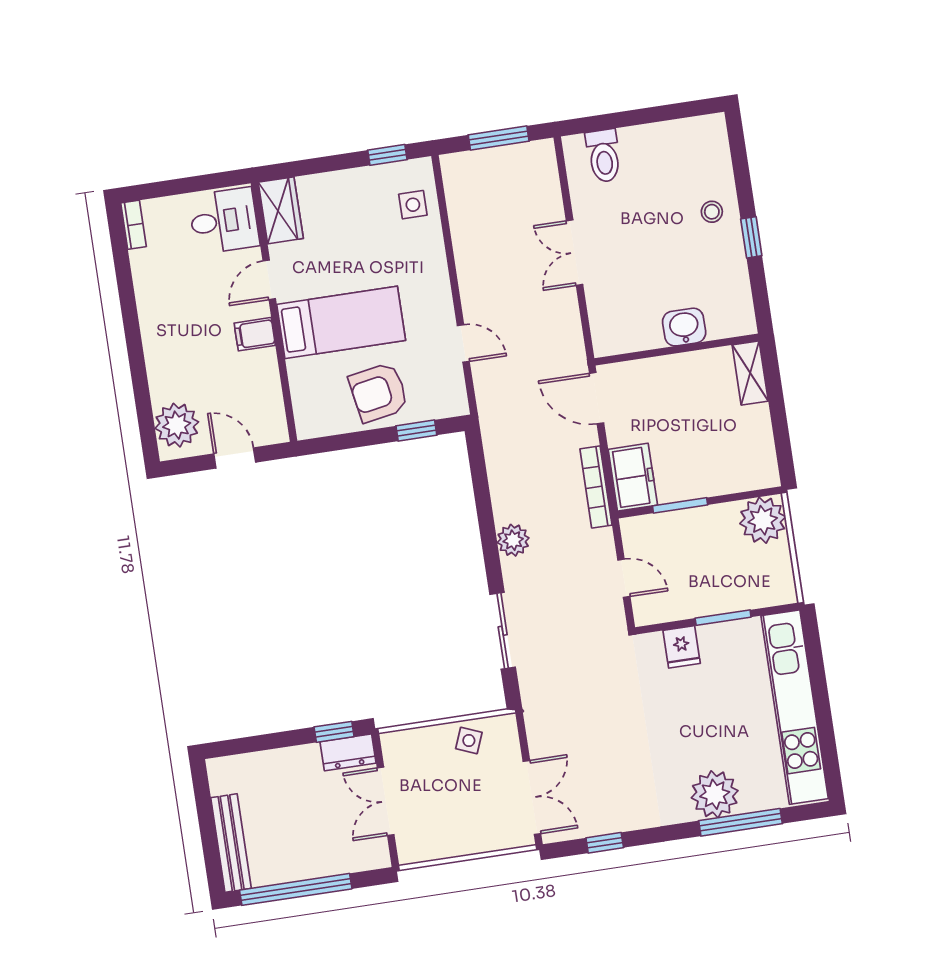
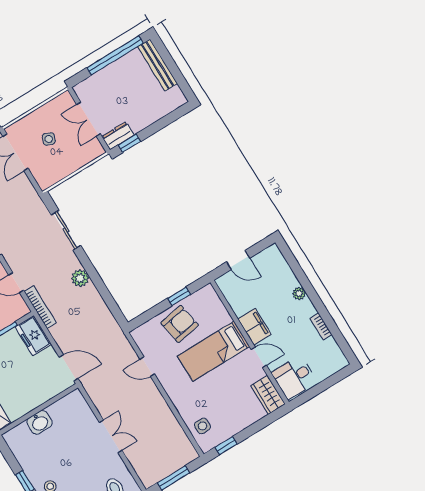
bookcase: (134, 225) -> (321, 327), moved
door: (269, 280) -> (259, 357), hinge flipped
filing cabinet: (255, 334) -> (255, 327), width x2.00
plant: (177, 425) -> (299, 293), moved, width x0.53, depth x0.53
window: (416, 431) -> (179, 296), moved
bookcase: (596, 487) -> (40, 307), moved
side table: (469, 740) -> (49, 139), moved
double door: (386, 801) -> (89, 119), swing flipped

